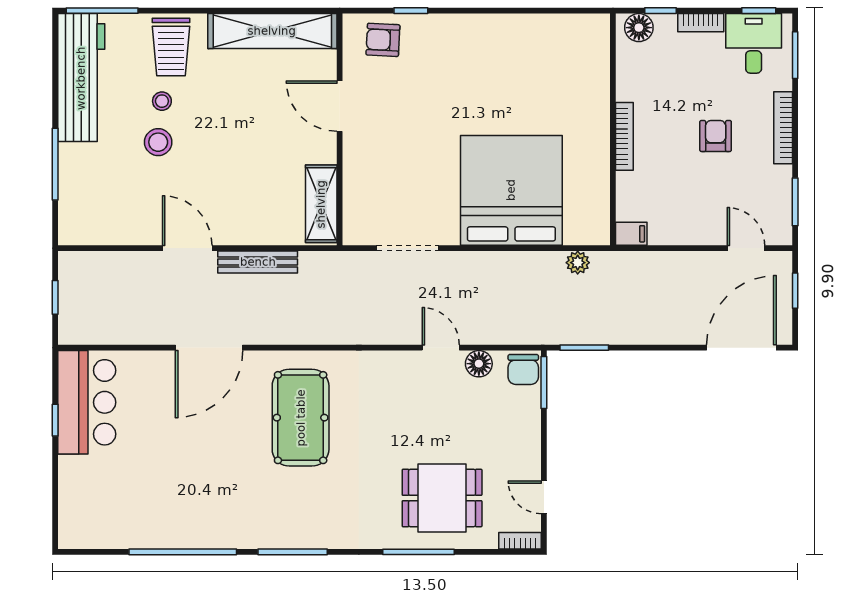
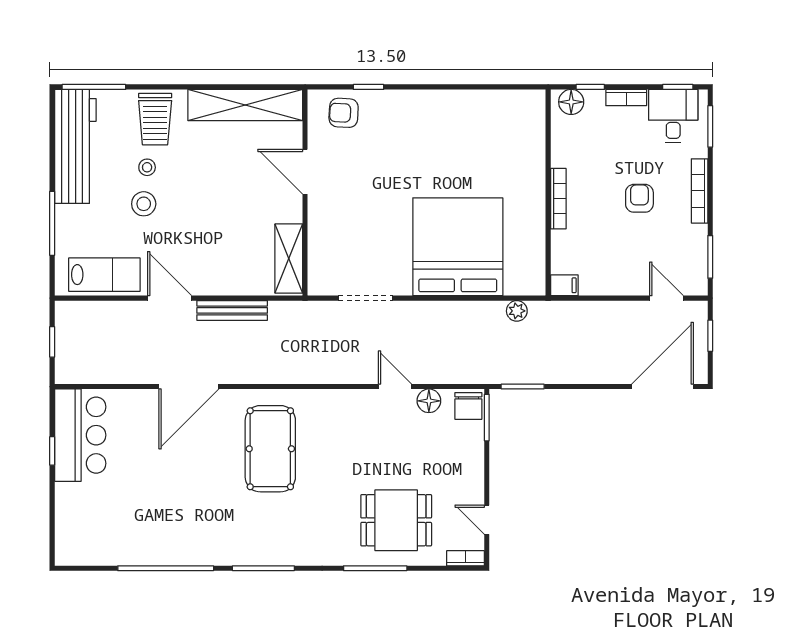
lab bench: (114, 222) -> (104, 275), added

